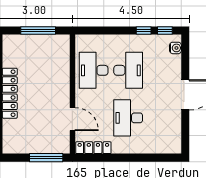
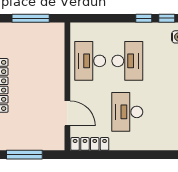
window: (46, 158) -> (24, 155), moved

